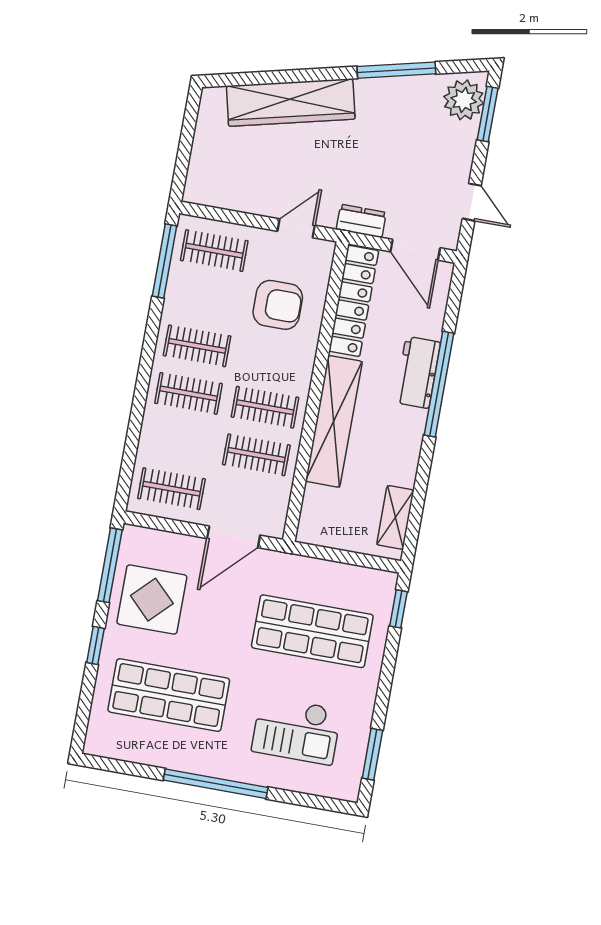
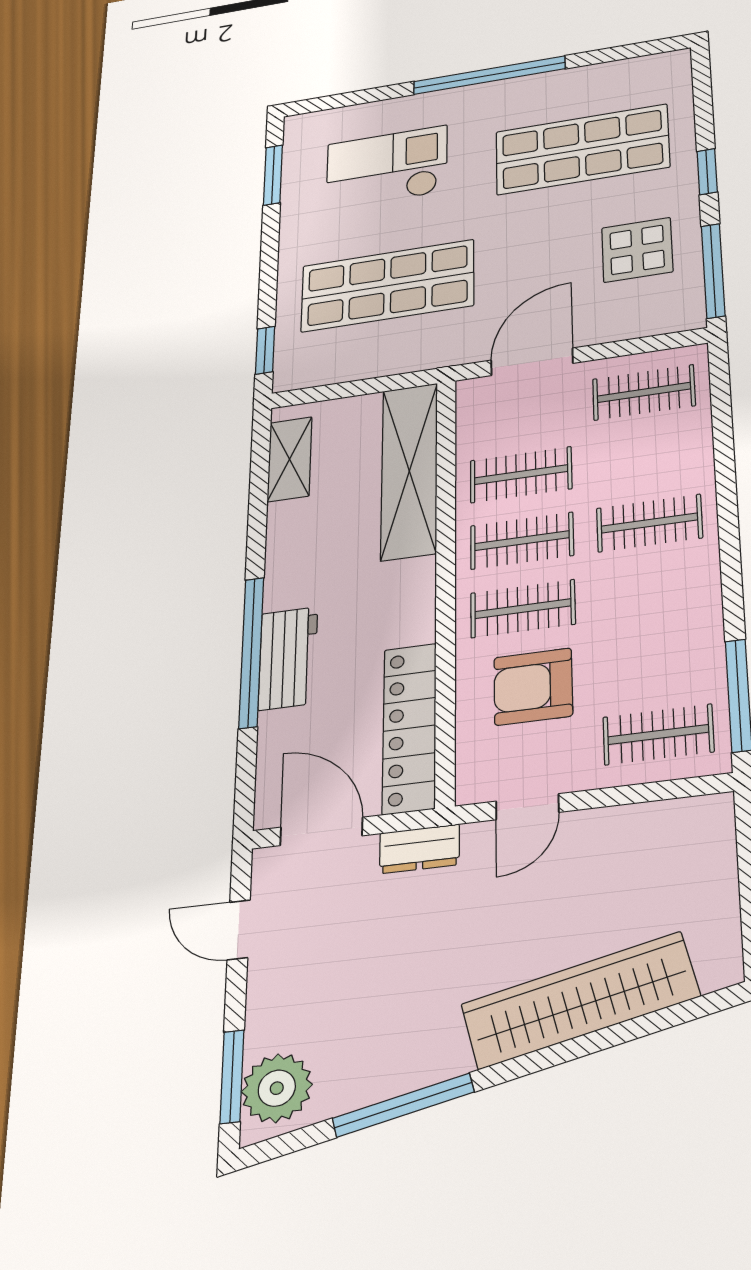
clothes rail: (197, 346) -> (523, 609), moved
shelving: (334, 421) -> (409, 471), moved
display table: (152, 600) -> (637, 250), width x0.73, depth x0.73

